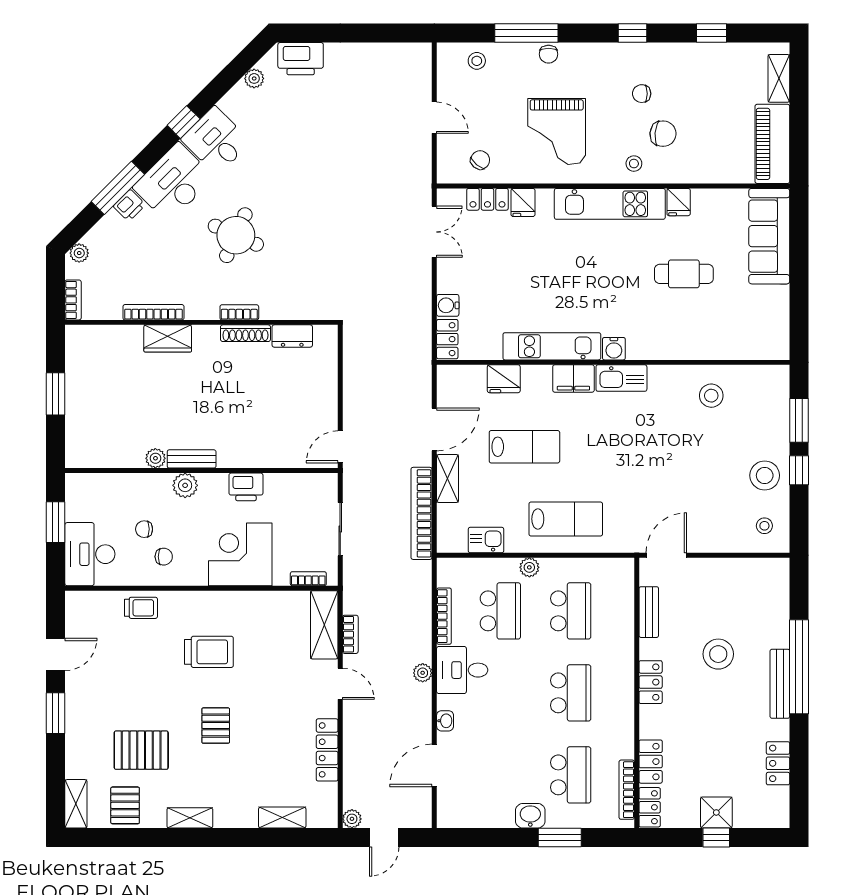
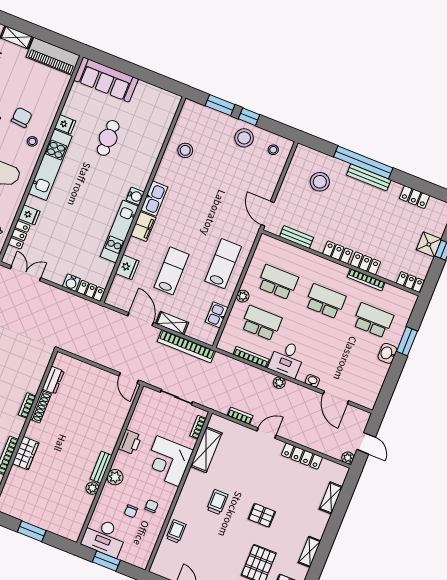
desk: (90, 554) -> (104, 537), moved
shelving: (324, 625) -> (206, 450), moved, turned 90
trolley: (209, 652) -> (217, 502), width x0.73, depth x0.72
stool: (718, 654) -> (320, 182), moved
locker: (651, 762) -> (365, 263), moved
bookcase: (627, 790) -> (366, 280), moved

